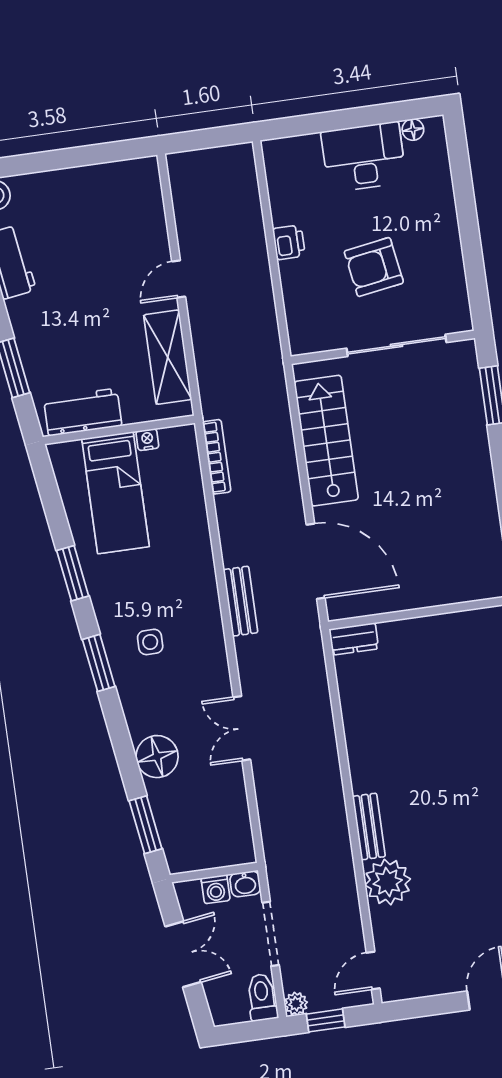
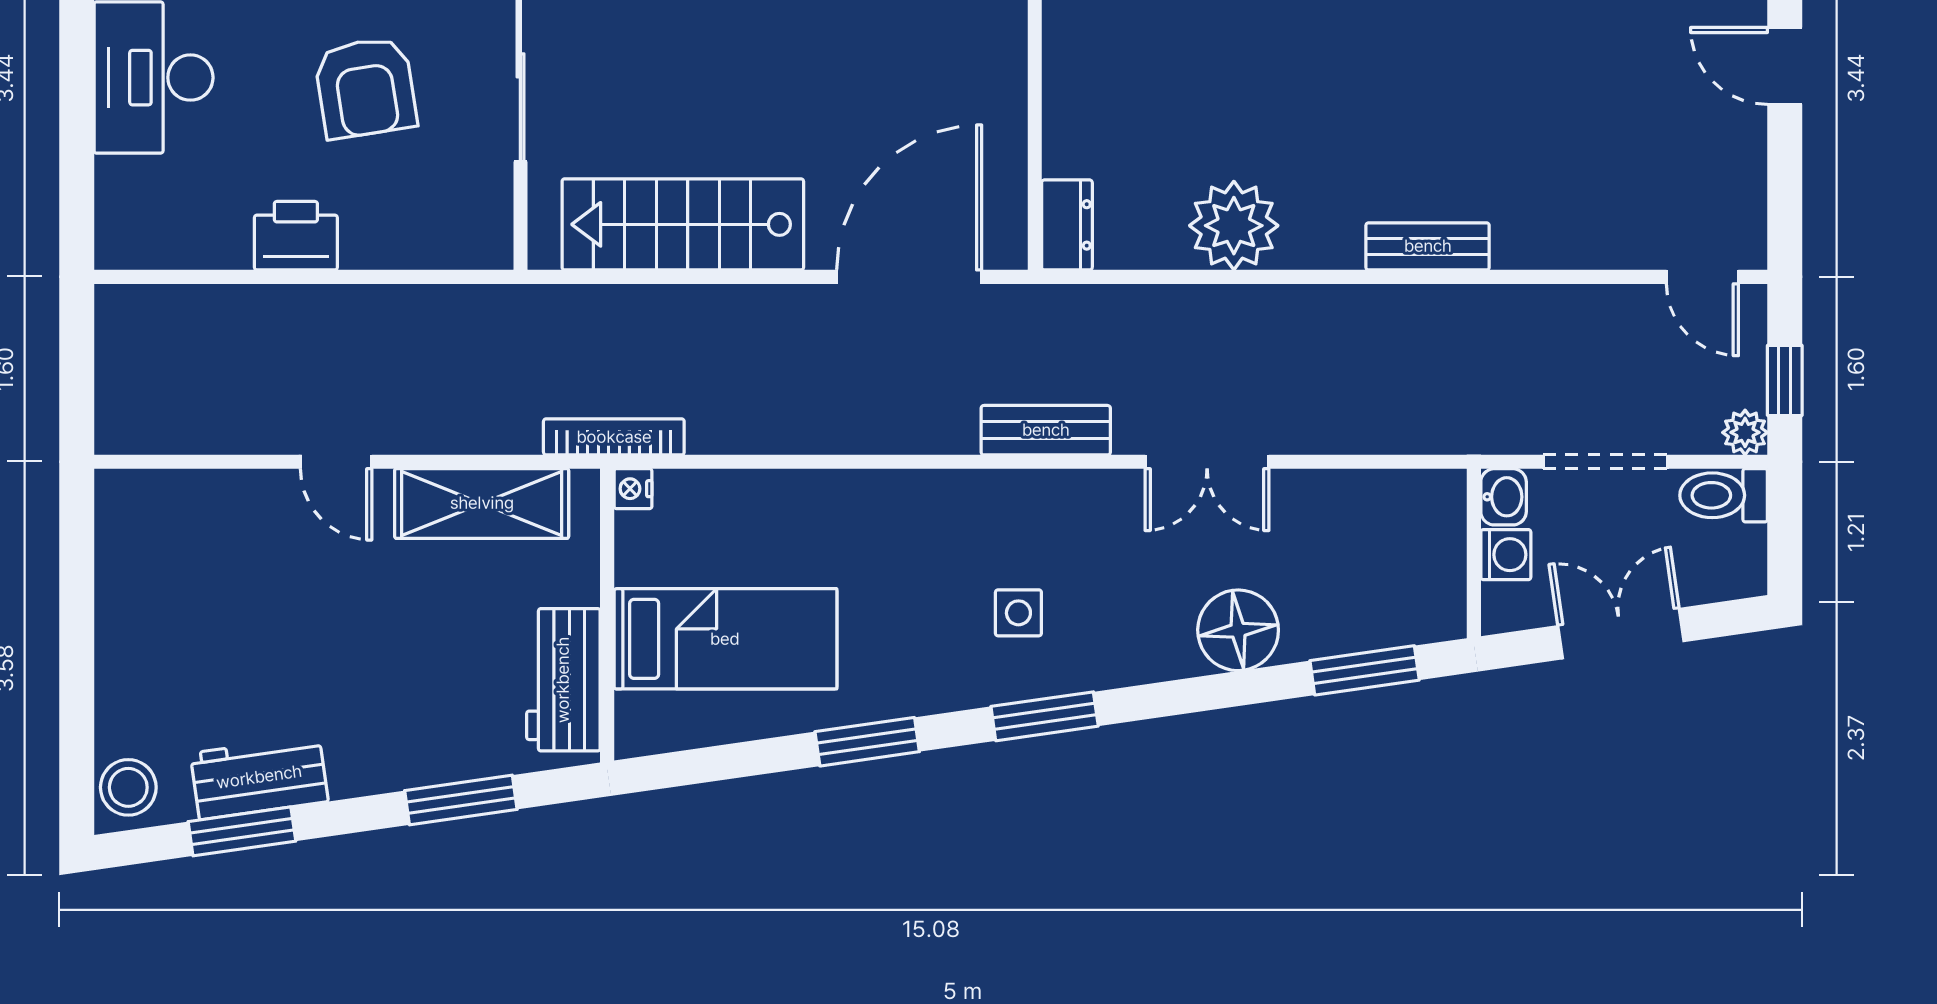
printer: (289, 242) -> (296, 236), width x1.36, depth x1.24
nightstand: (147, 440) -> (633, 489), moved
bookcase: (217, 457) -> (614, 437), moved
bench: (241, 601) -> (1046, 430), moved
plant: (388, 882) -> (1234, 226), moved

